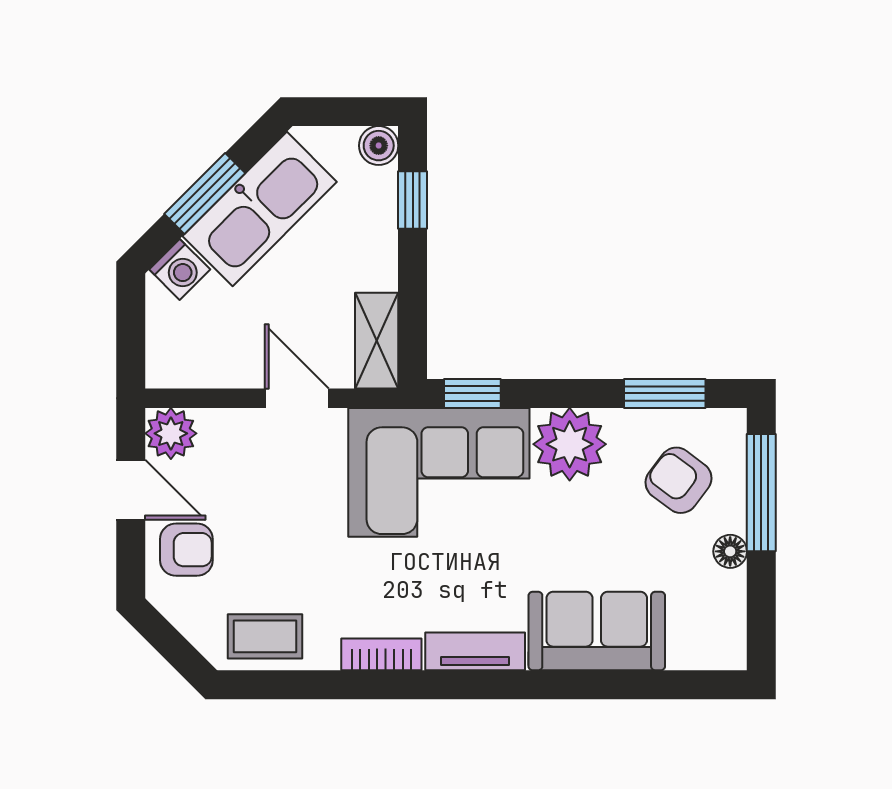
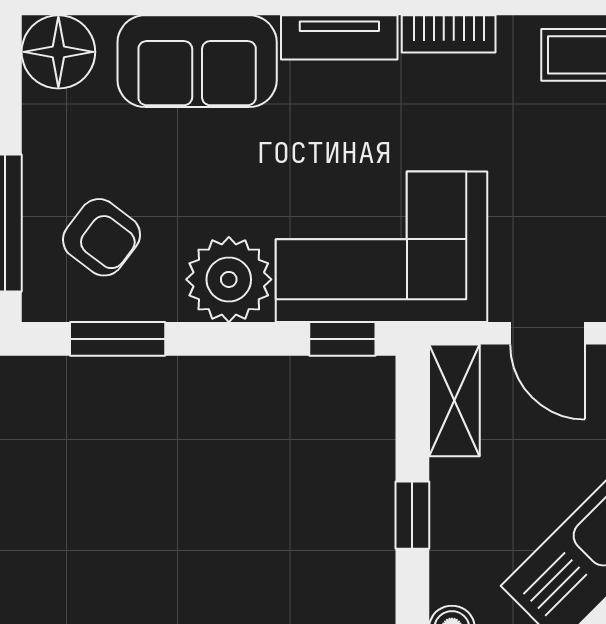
window: (413, 200) -> (412, 515), moved
floor lamp: (730, 551) -> (58, 52), moved, width x1.89, depth x1.89

